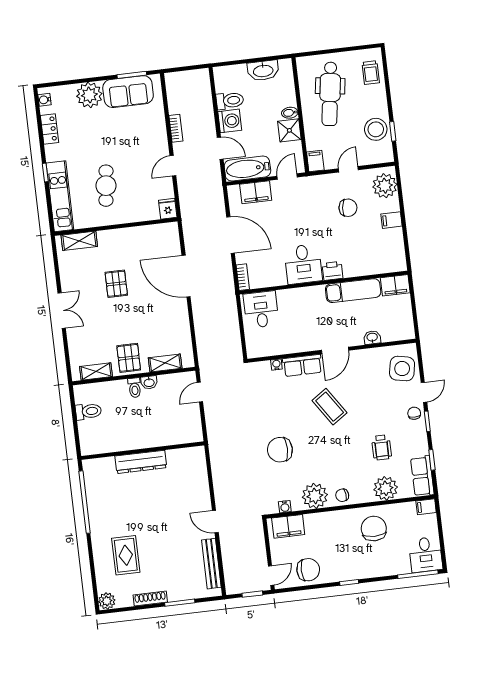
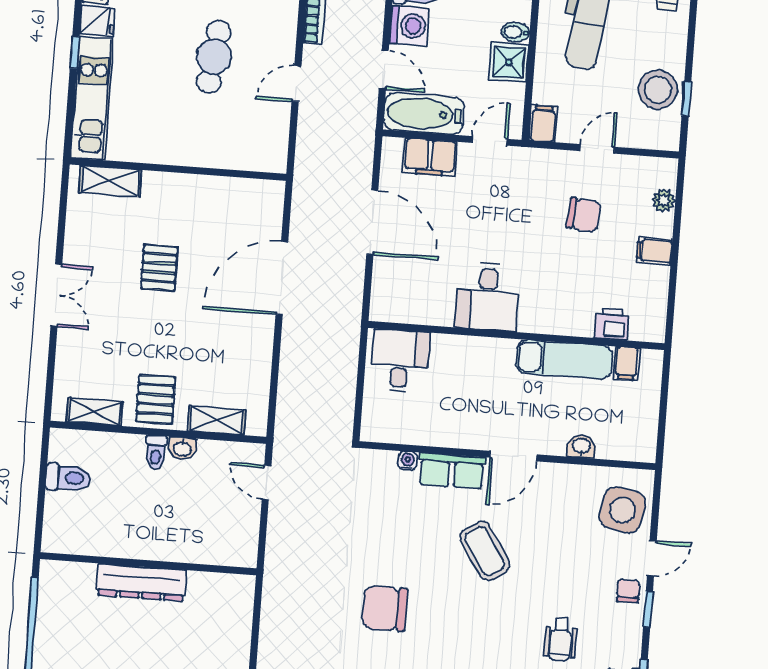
cafe table: (106, 186) -> (214, 57), moved
plant: (385, 186) -> (664, 200), width x0.53, depth x0.53
fridge: (168, 209) -> (97, 21), moved, turned 90
printer: (332, 271) -> (612, 324), moved
door: (186, 276) -> (282, 278), hinge flipped
bookcase: (243, 277) -> (379, 299), removed
filing cabinet: (395, 285) -> (627, 363), width x0.50
door: (200, 392) -> (267, 482), hinge flipped

